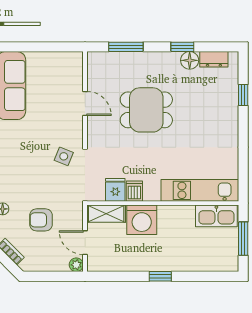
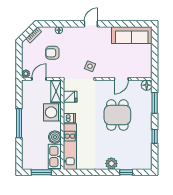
dresser: (214, 59) -> (147, 155), removed
floor lamp: (190, 60) -> (147, 85), moved
plant: (228, 120) -> (111, 164), added
dishwasher: (134, 191) -> (69, 118), moved
boiler: (184, 216) -> (55, 137), added
armchair: (41, 220) -> (52, 53), turned -90
window: (160, 276) -> (19, 123), width x2.17

